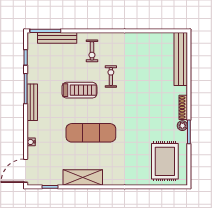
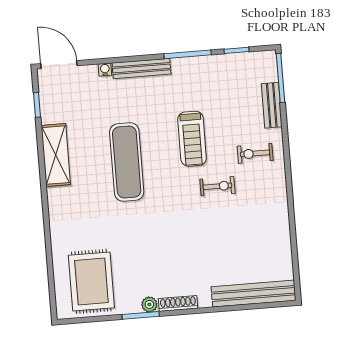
bench: (57, 38) -> (272, 105), width x0.73
bench: (32, 102) -> (142, 68), moved
rug: (165, 161) -> (91, 281), turned 90

